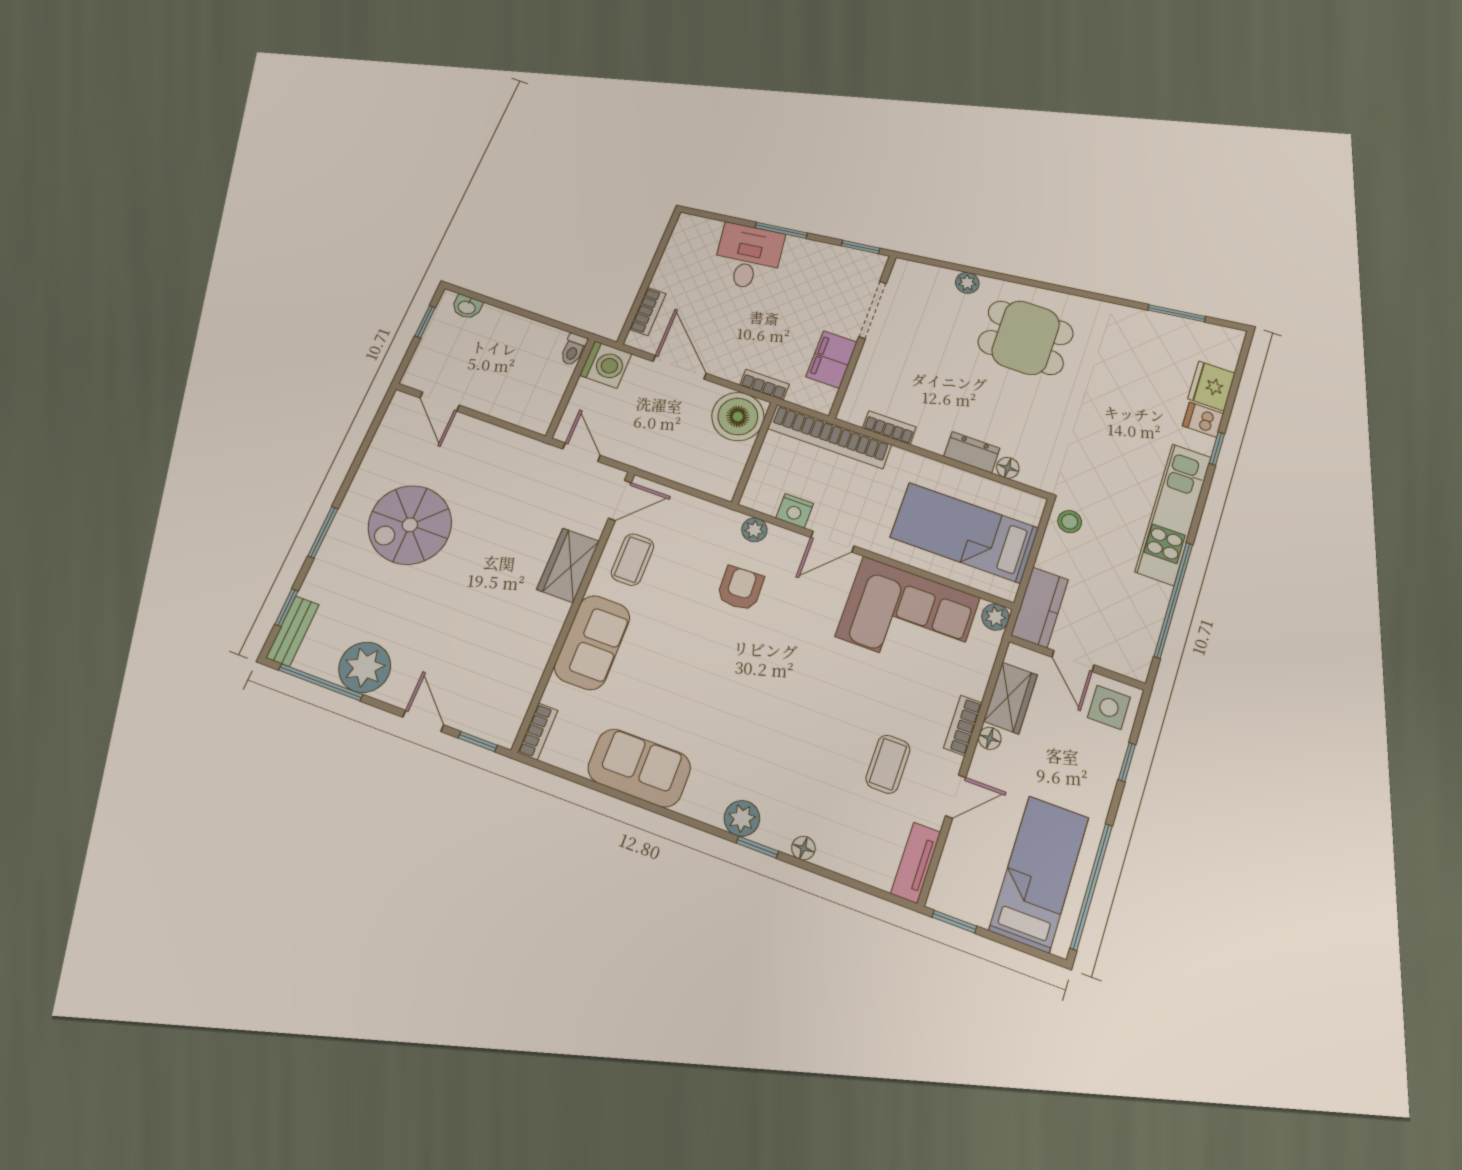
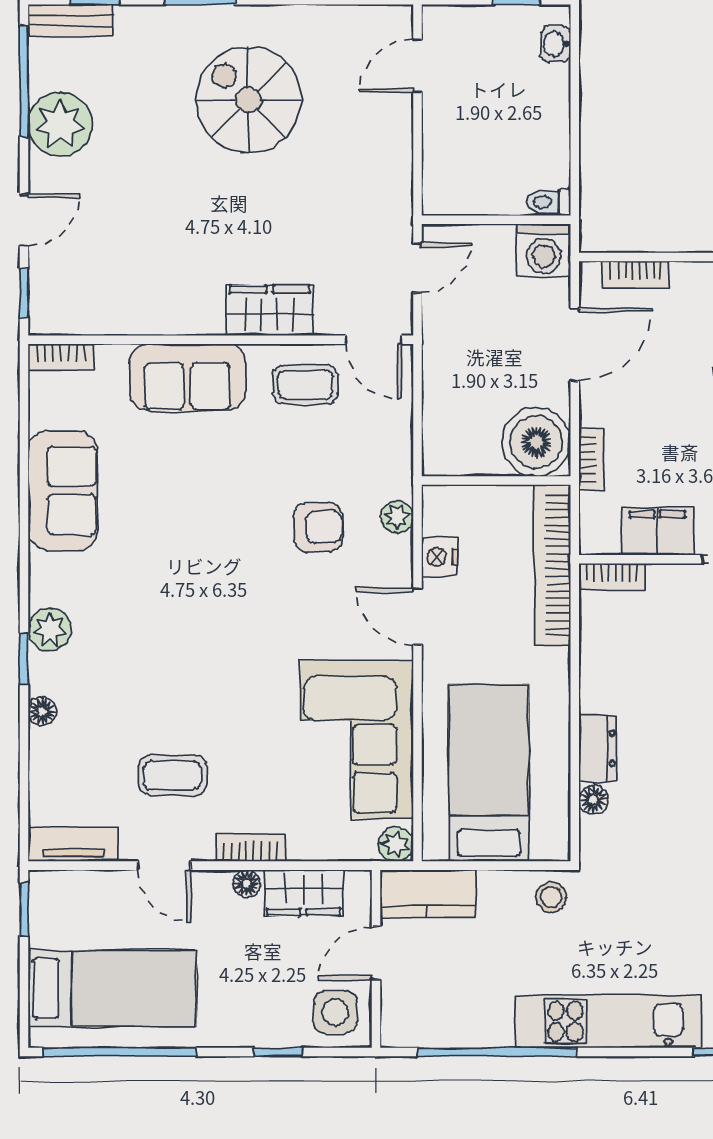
bookcase: (889, 428) -> (612, 577), moved, turned 90

